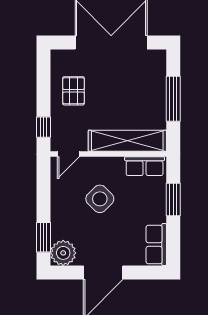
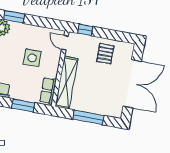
pallet: (73, 91) -> (105, 54), turned 90
side table: (100, 199) -> (32, 58), turned 45

